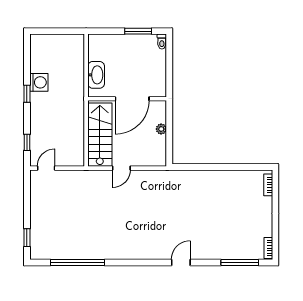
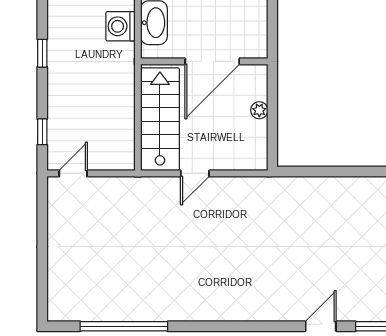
washing machine: (39, 82) -> (120, 26), moved, turned 180
window: (27, 238) -> (42, 286), removed
door: (181, 263) -> (321, 326), moved

